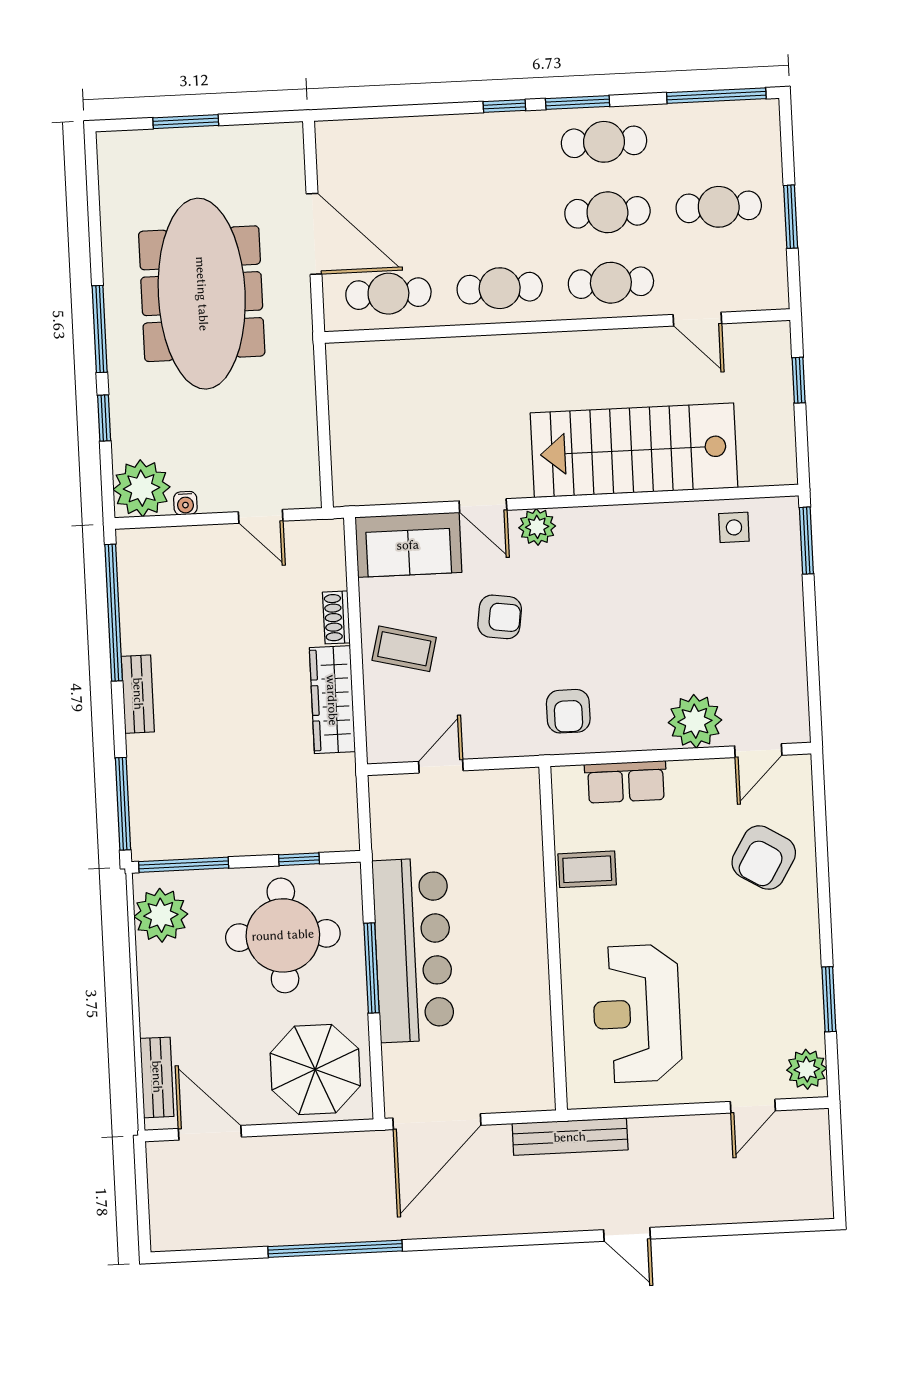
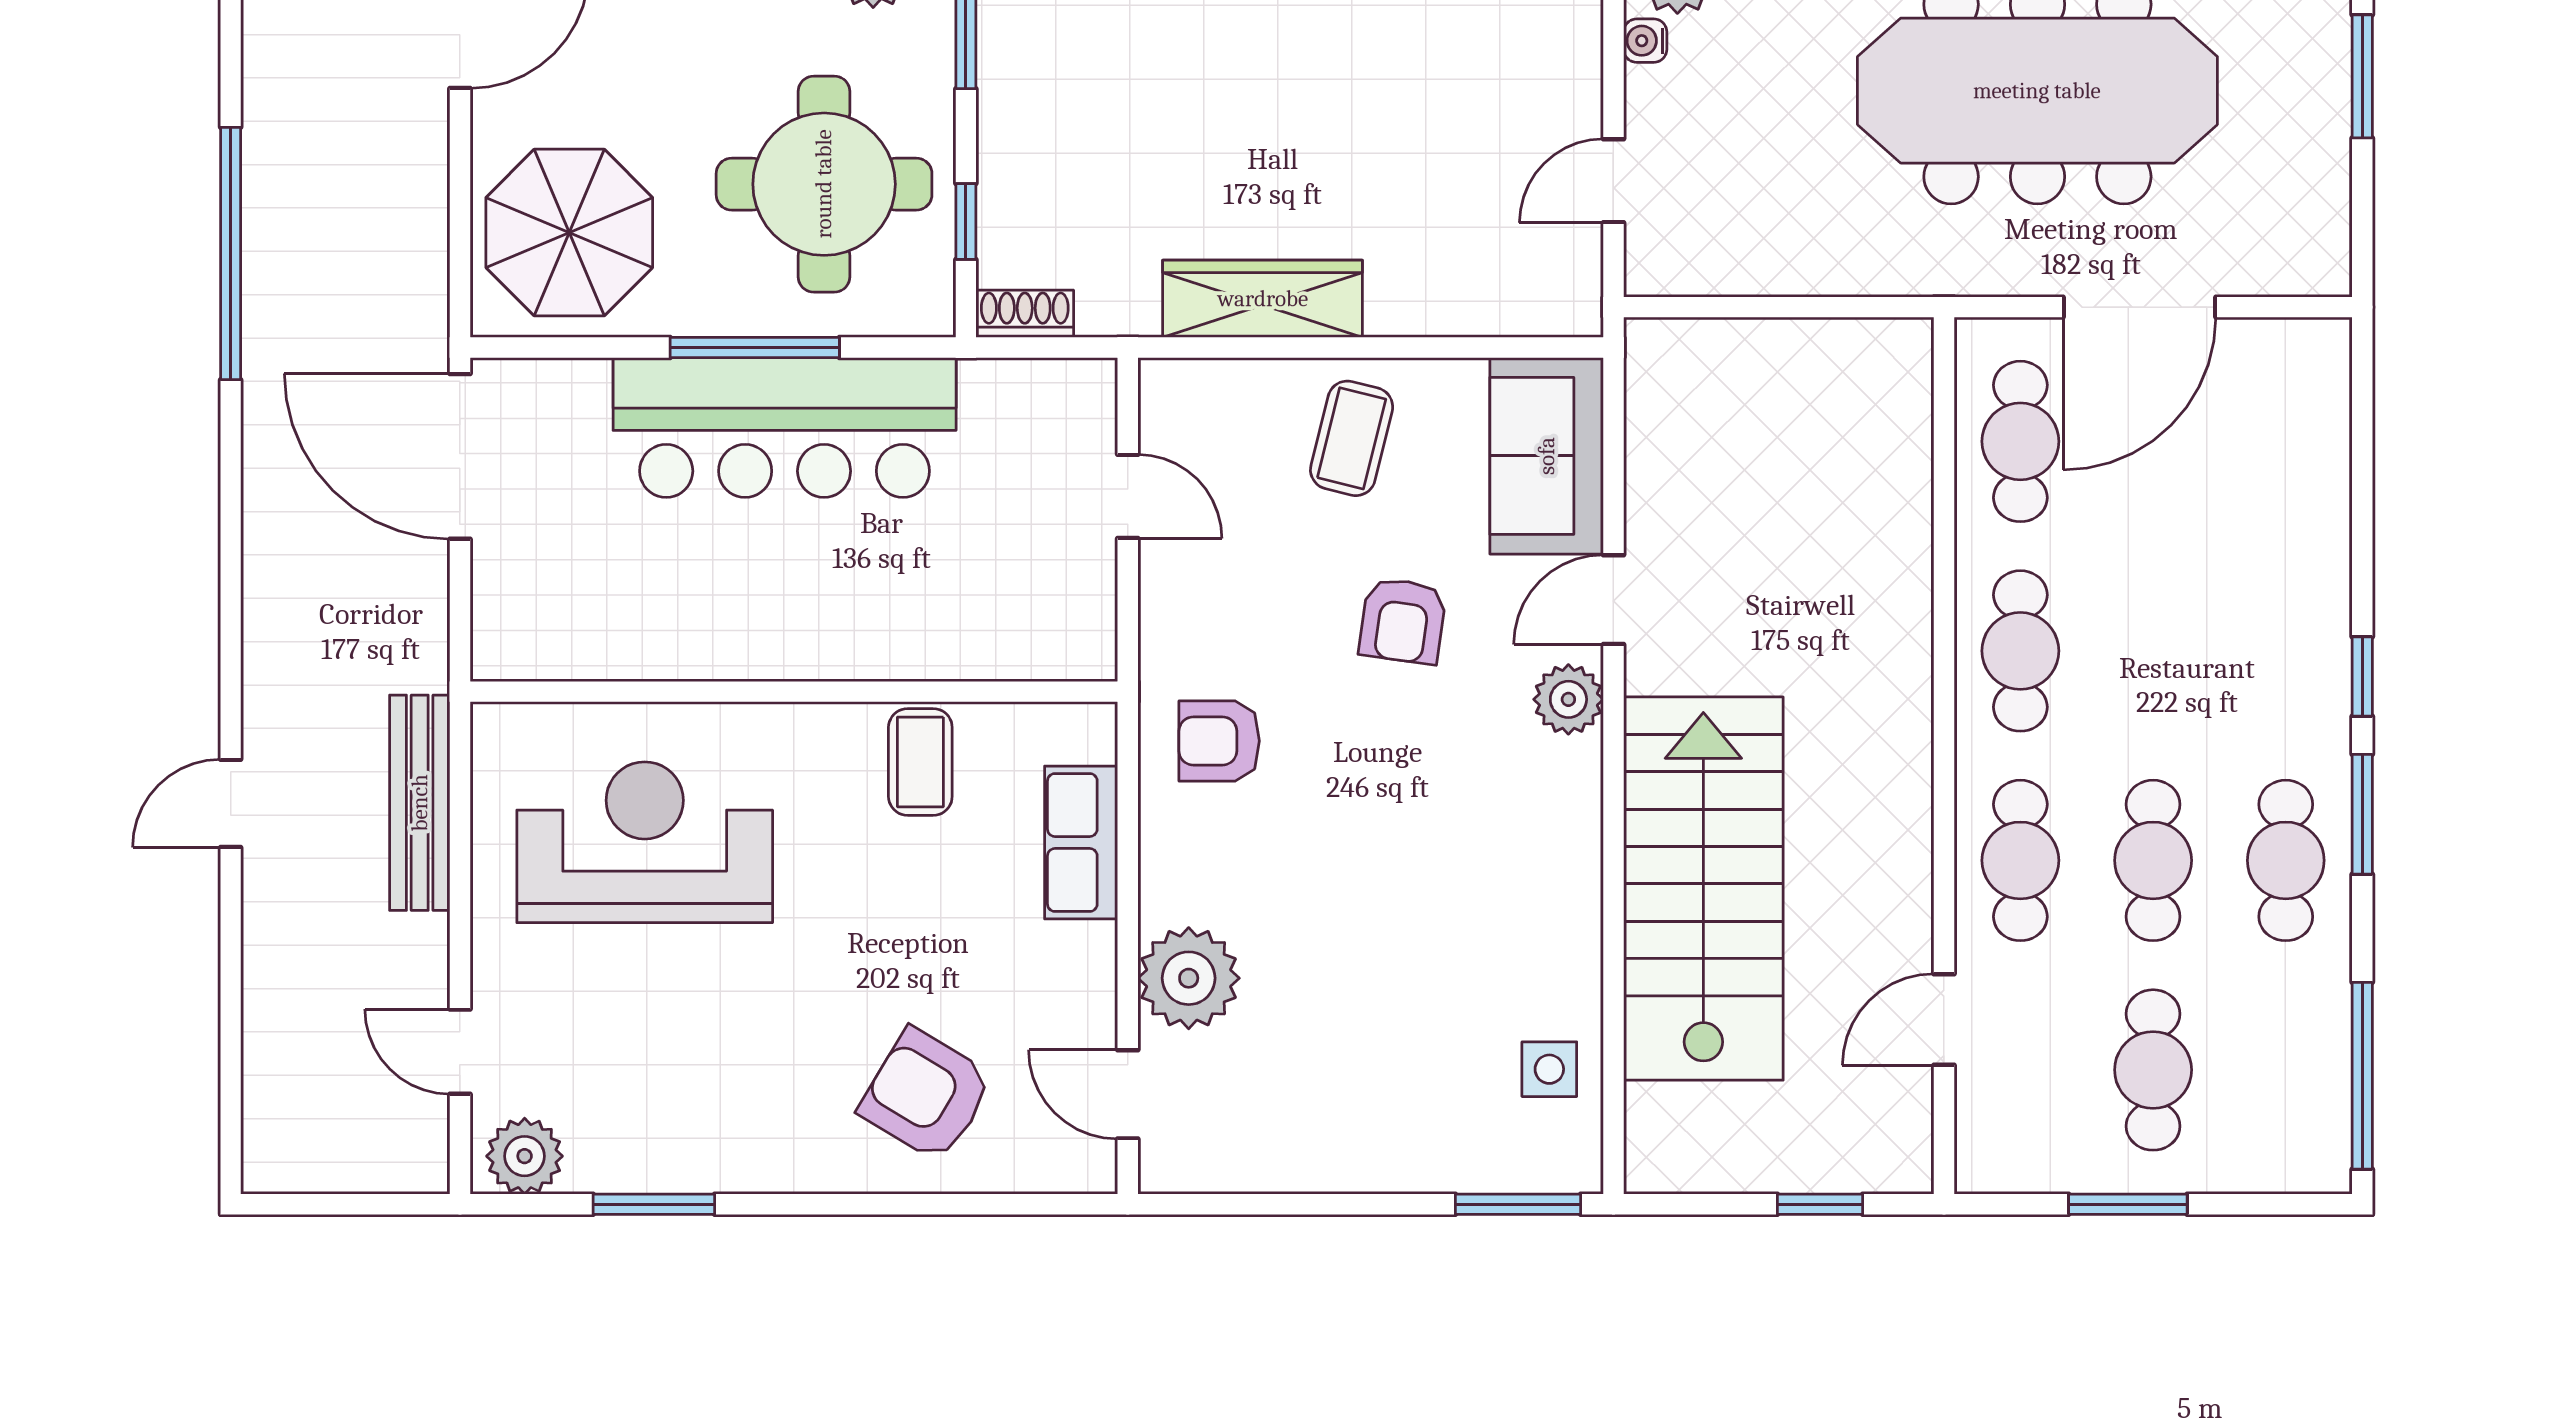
shoe rack: (336, 617) -> (1025, 314), moved
bench: (570, 1137) -> (420, 803), moved

